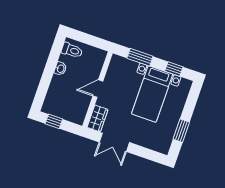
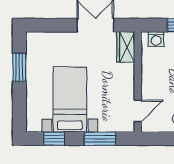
door: (98, 89) -> (138, 111), moved
washing machine: (73, 116) -> (156, 39), added

